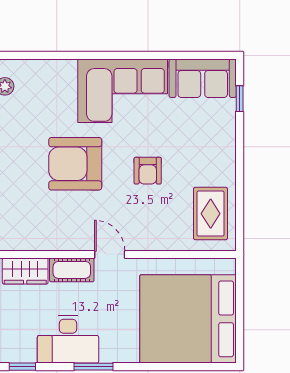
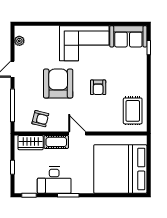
armchair: (75, 164) -> (58, 84), turned 90
armchair: (43, 228) -> (40, 119), added

